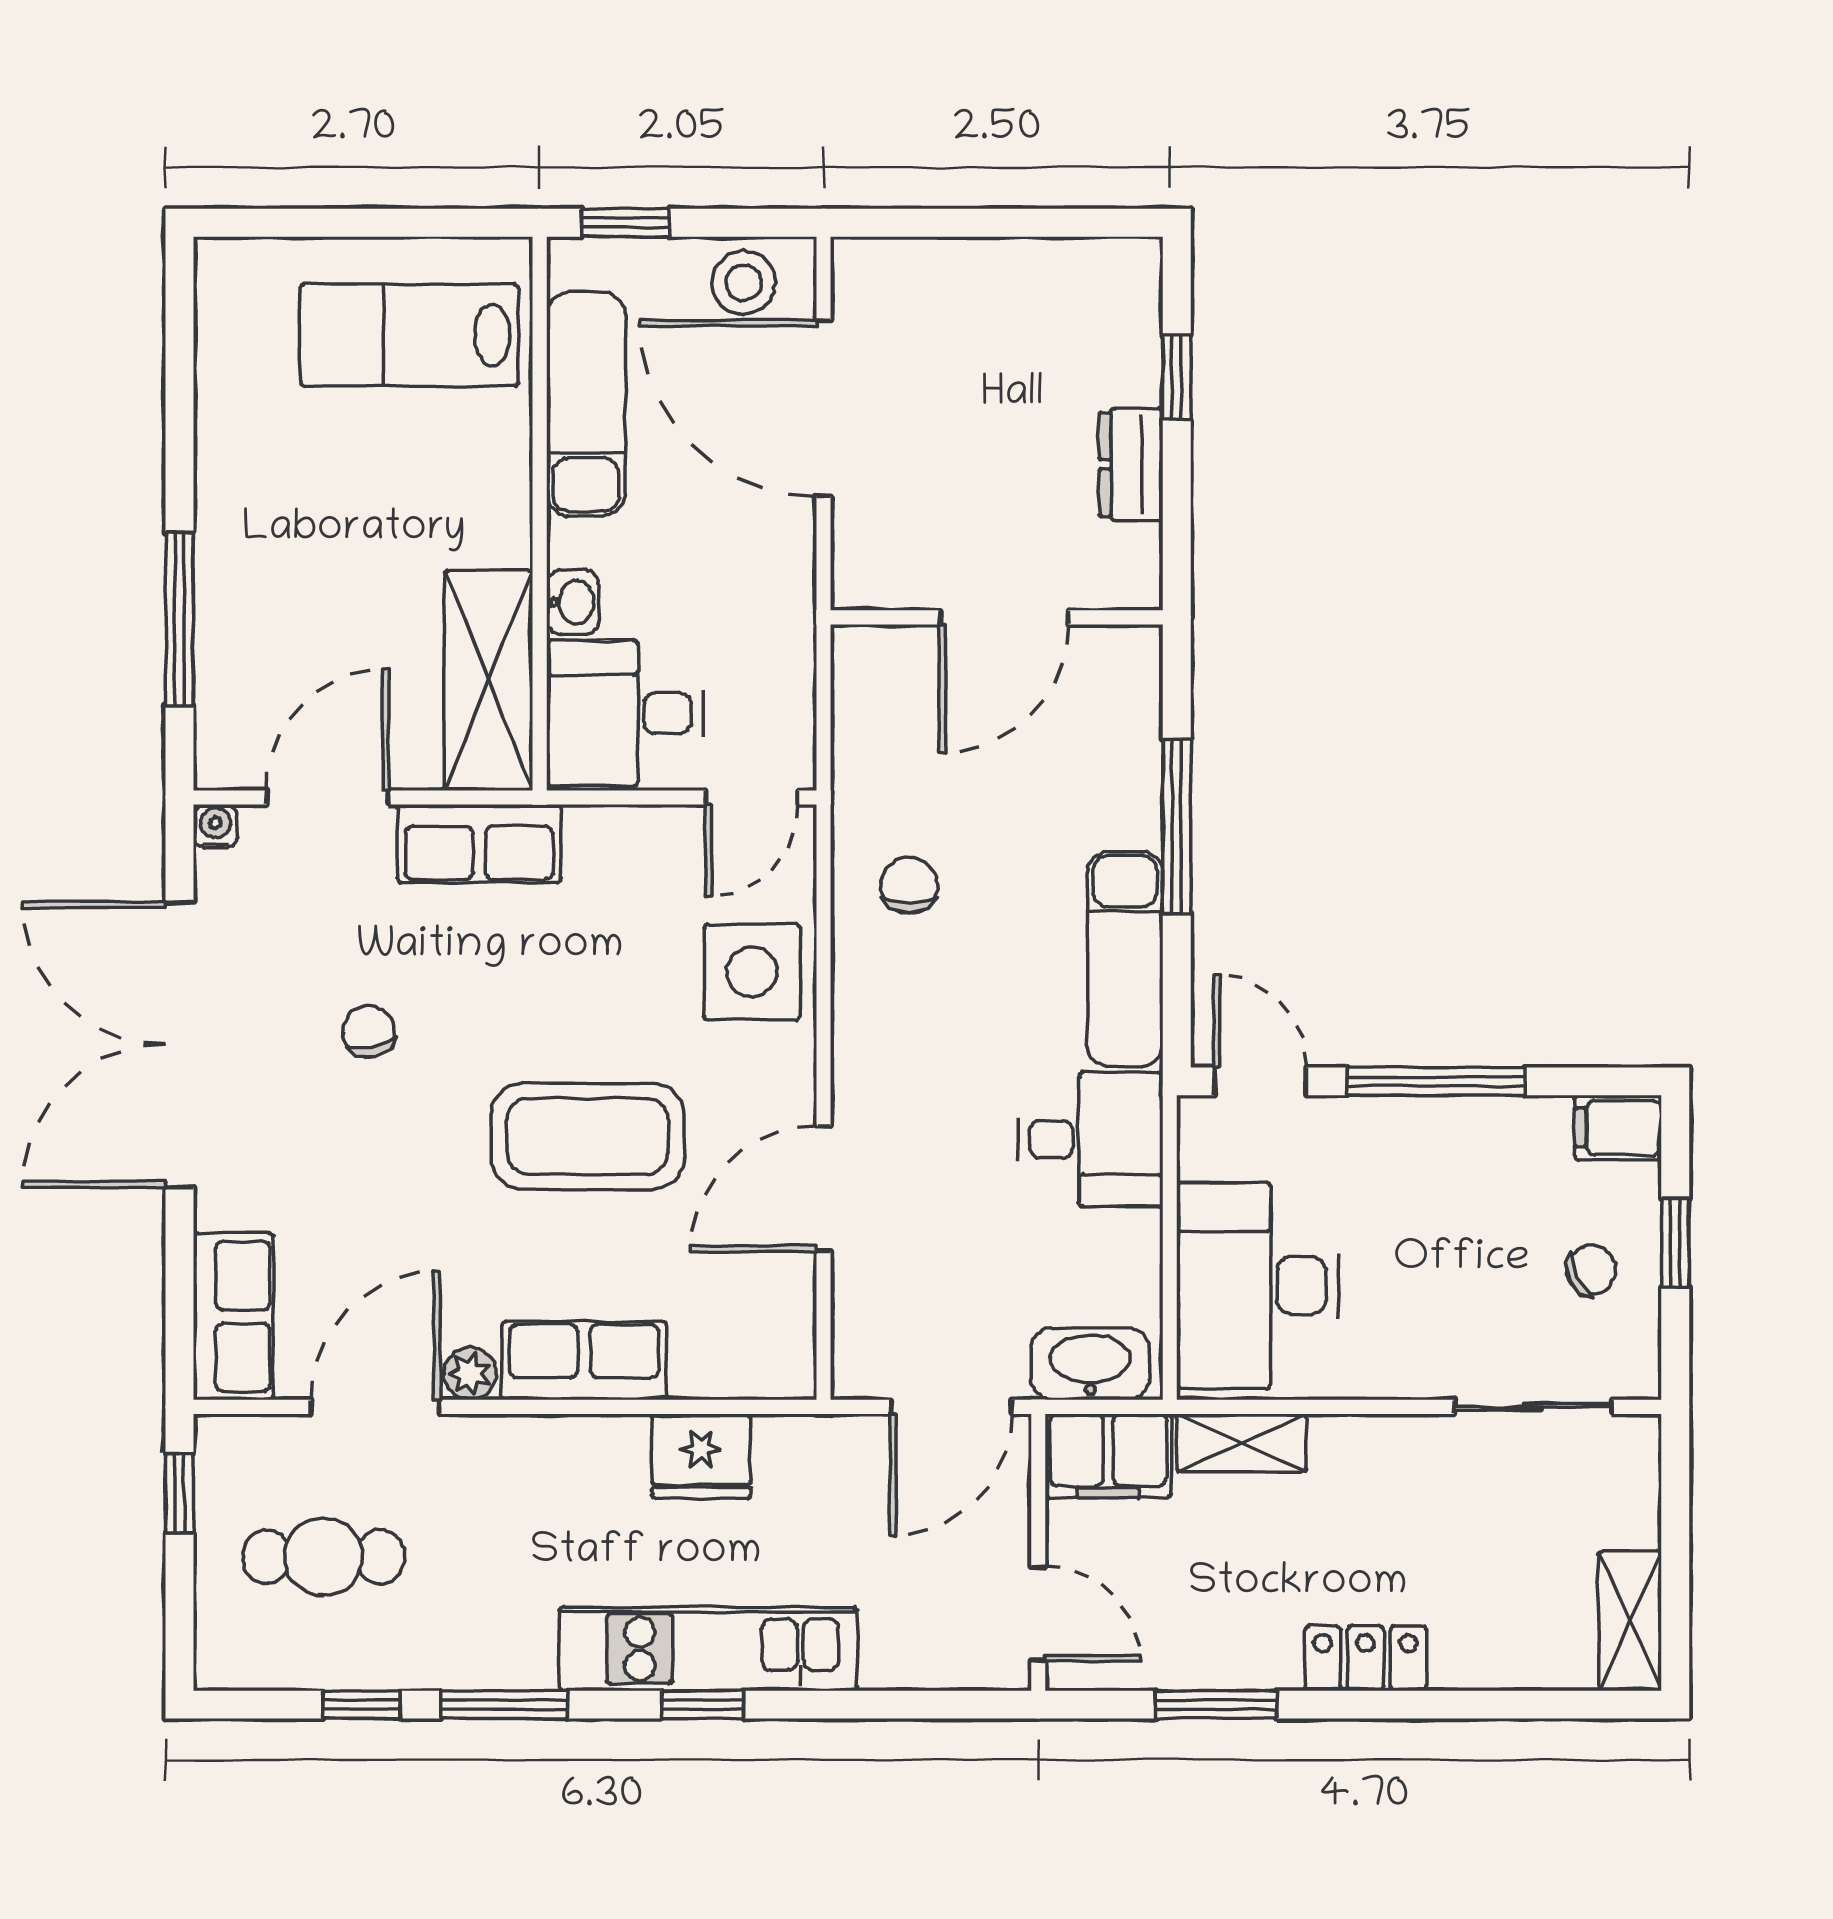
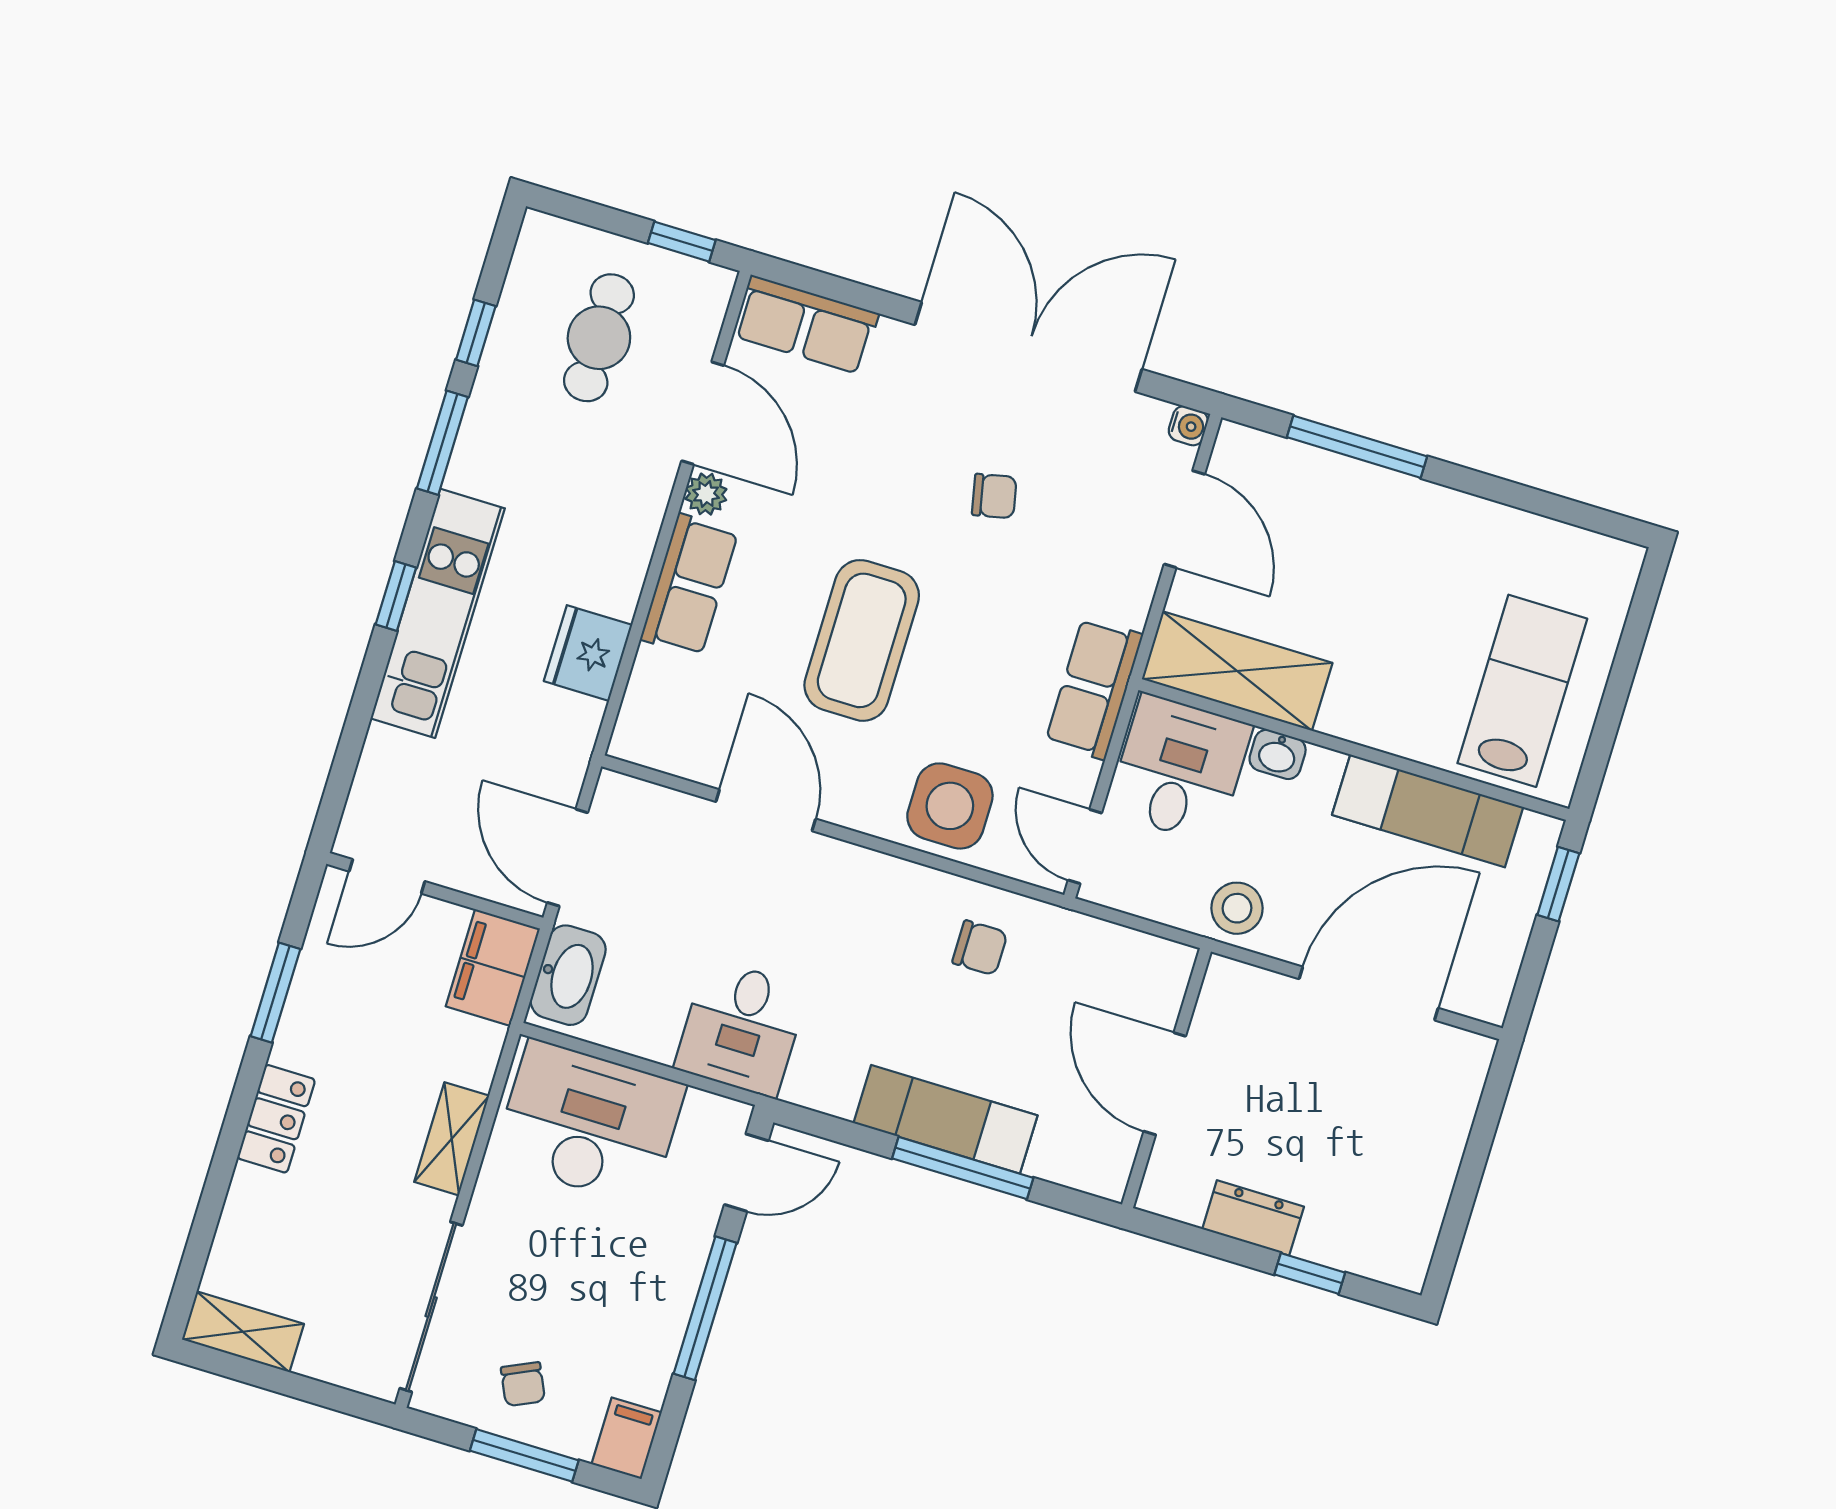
stool: (744, 283) -> (1237, 908), moved
row of seats: (479, 844) -> (1094, 688), moved
exam couch: (1125, 959) -> (946, 1119), moved
window: (1675, 1243) -> (524, 1455), width x1.50
sliding door: (1533, 1407) -> (431, 1307), width x1.37
shelving: (1241, 1443) -> (452, 1139), moved

